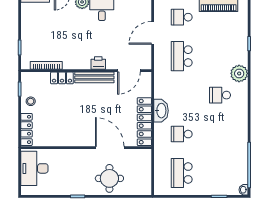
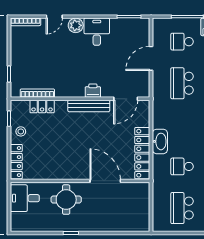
locker: (62, 78) -> (42, 107), moved
desk: (34, 168) -> (25, 198), width x0.73
round table: (109, 178) -> (66, 200), moved

